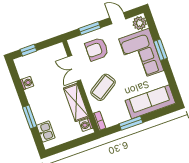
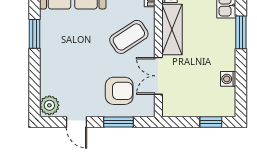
window: (160, 50) -> (34, 34), moved
corner sofa: (141, 55) -> (62, 62), removed
double door: (74, 68) -> (158, 76), swing flipped

